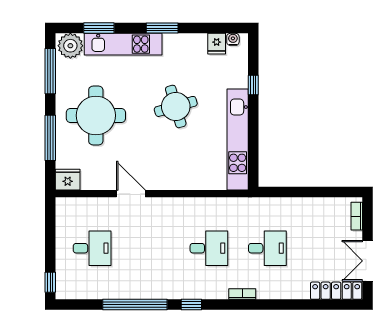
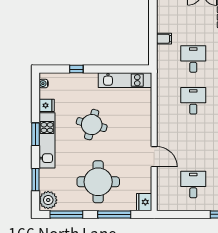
kitchen unit: (123, 44) -> (47, 140), moved
fridge: (217, 44) -> (47, 105), moved
round table: (176, 106) -> (92, 125), turned 31
kitchen unit: (238, 139) -> (125, 80), width x0.73
door: (131, 194) -> (154, 157), swing flipped
filing cabinet: (296, 207) -> (164, 39), added

